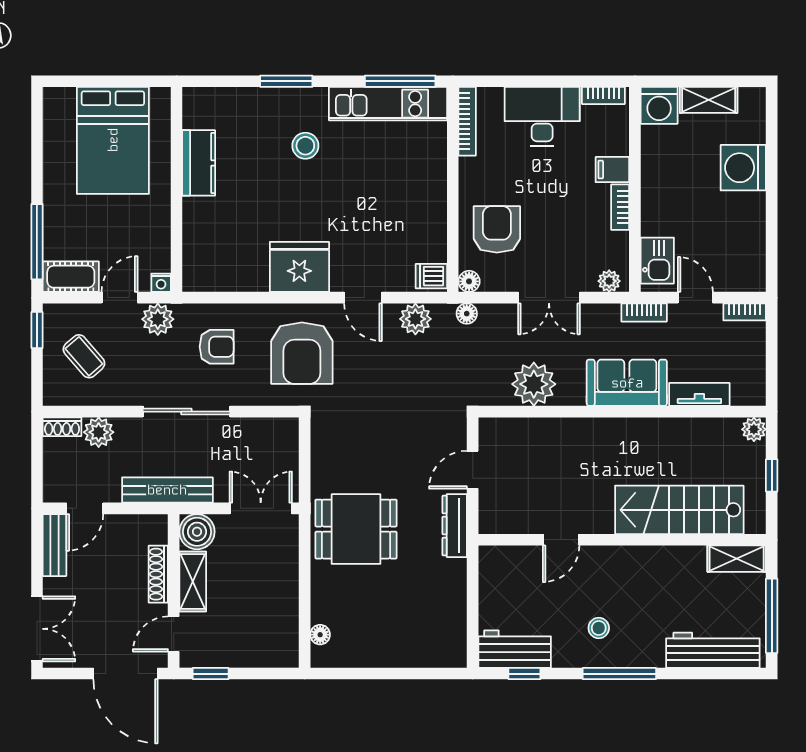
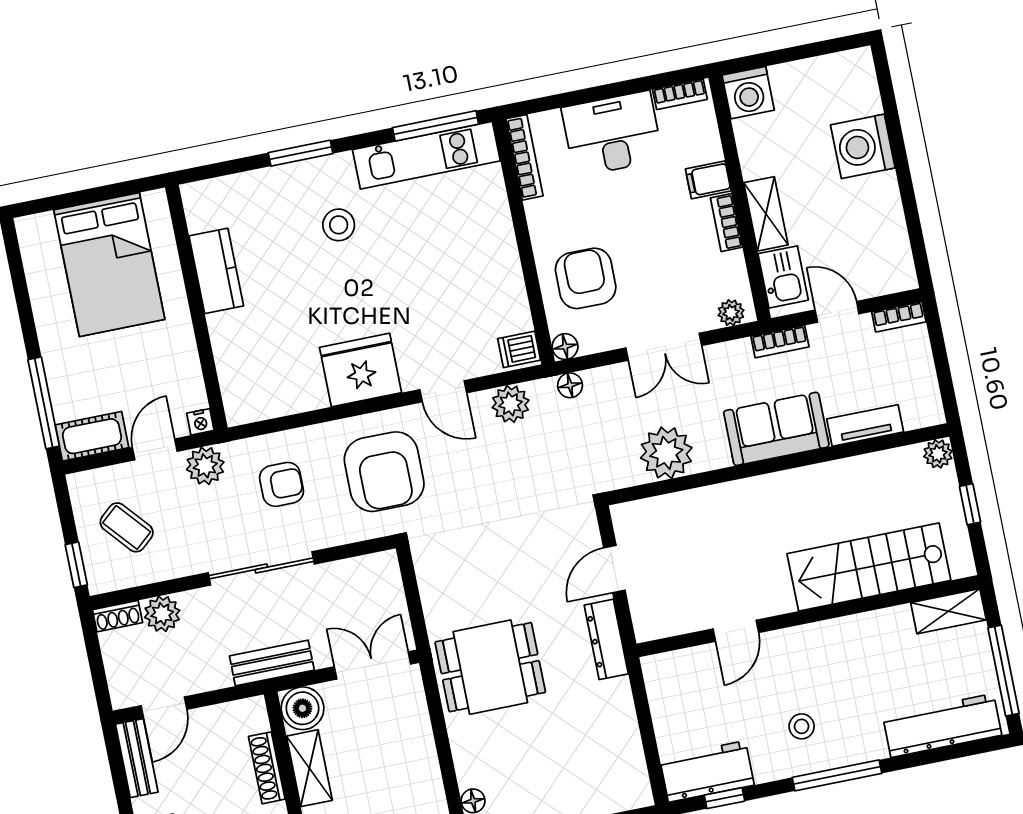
shelving: (709, 100) -> (766, 214), moved, turned 90
window: (37, 330) -> (76, 565), moved
bench: (167, 490) -> (272, 663), width x0.73

